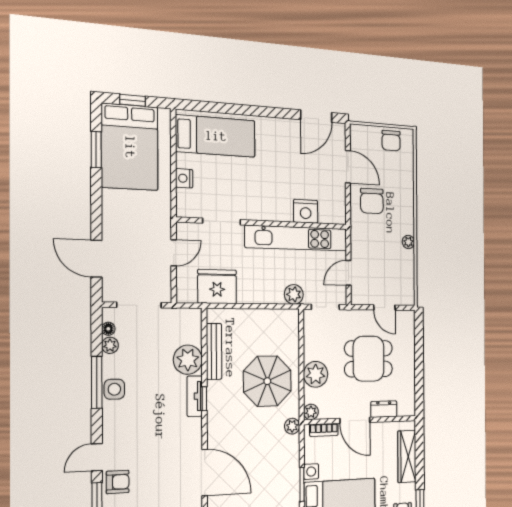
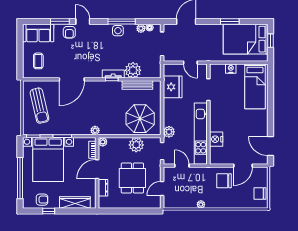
window: (96, 150) -> (230, 21), moved
plant: (316, 374) -> (136, 145), moved
parasol: (267, 381) -> (140, 119), moved

